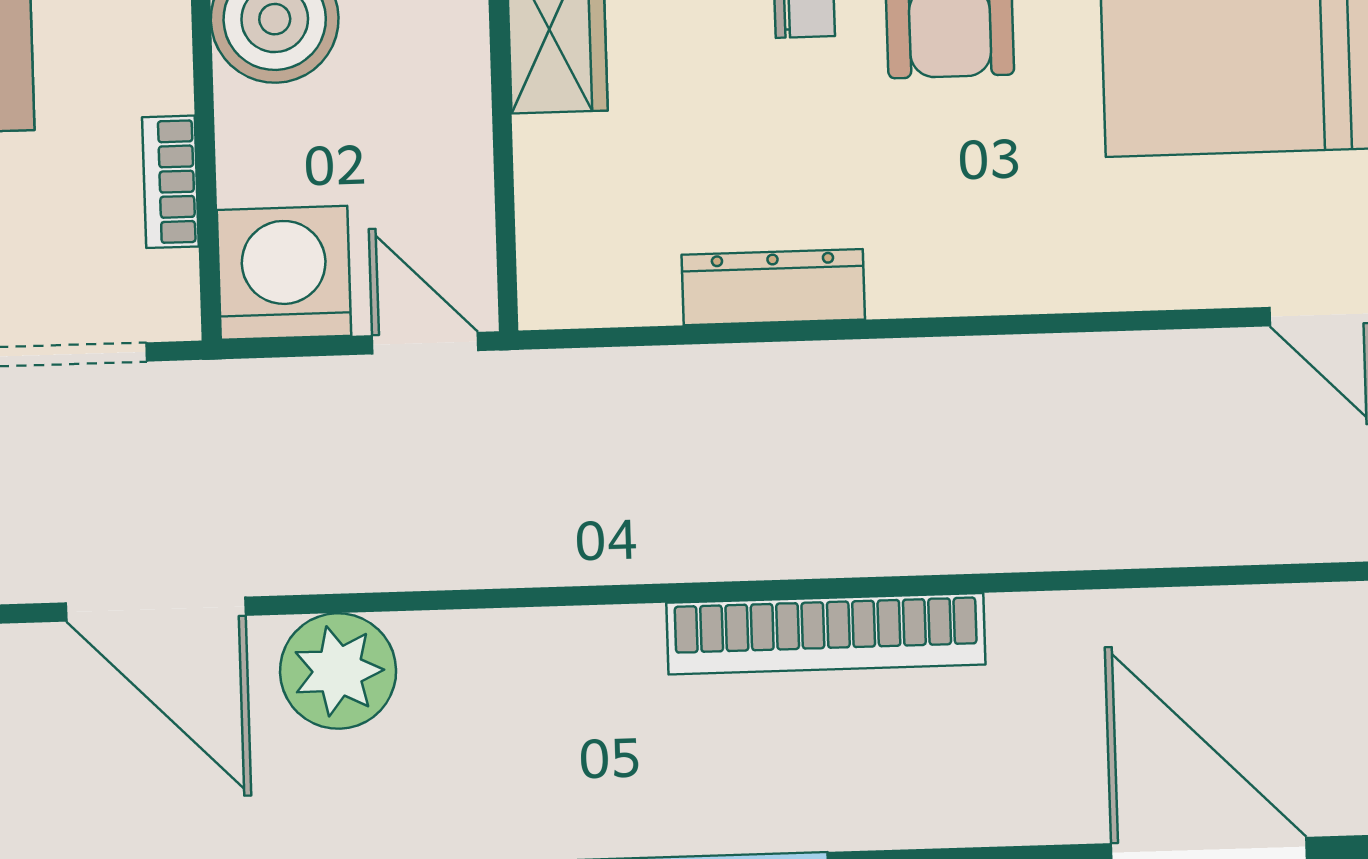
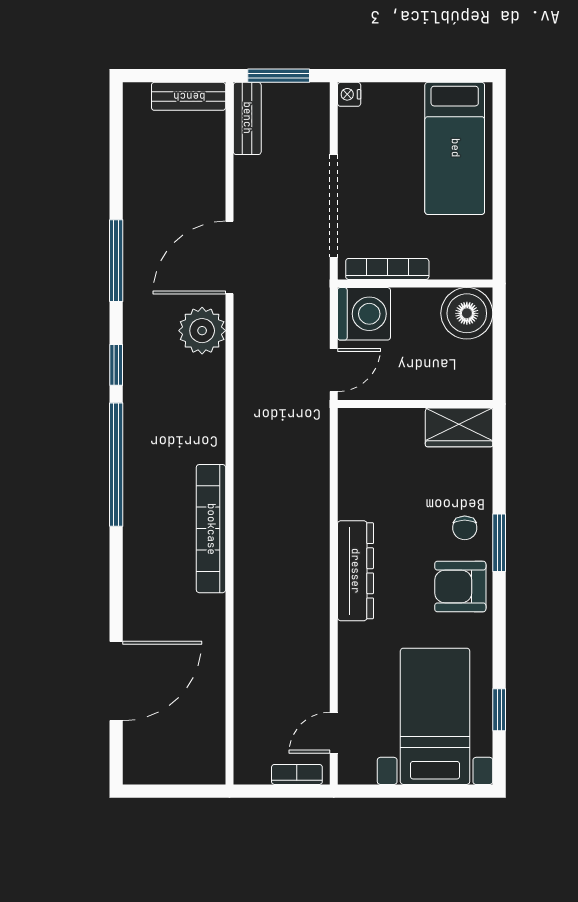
bookcase: (170, 182) -> (387, 269), width x1.56
dresser: (773, 287) -> (355, 571), moved, width x1.37, depth x1.24

